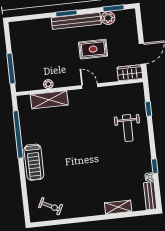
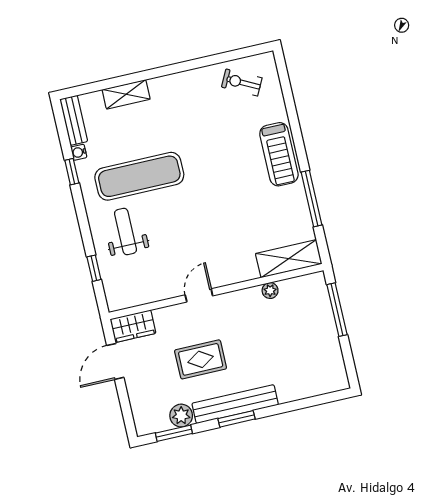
window: (66, 13) -> (236, 419), moved
door: (90, 86) -> (199, 295), swing flipped
shelving: (49, 100) -> (289, 259), moved
window: (18, 134) -> (312, 199), width x0.68
exercise mat: (116, 159) -> (139, 176), added
treadmill: (34, 162) -> (279, 154), turned 180

